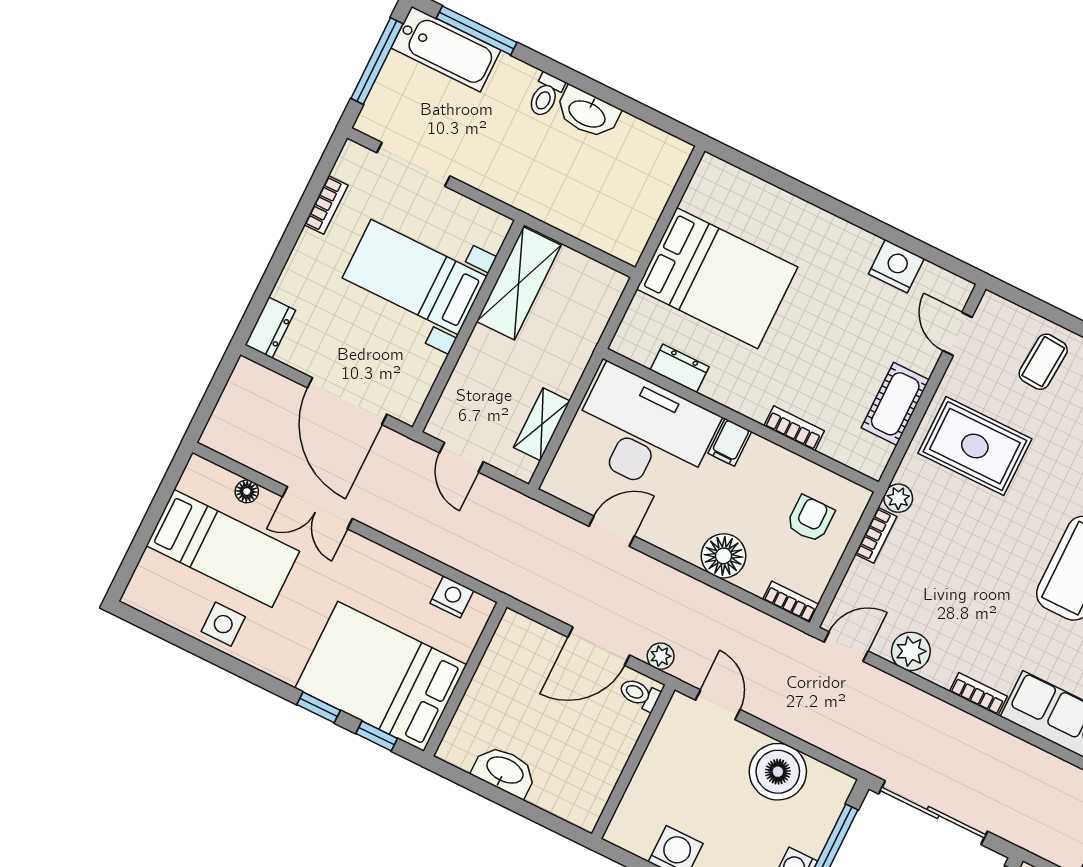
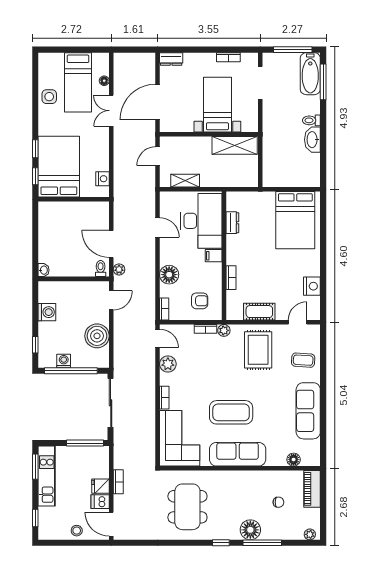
bed: (717, 278) -> (295, 220), moved
washbasin: (505, 771) -> (44, 270), moved, width x0.52, depth x0.69

